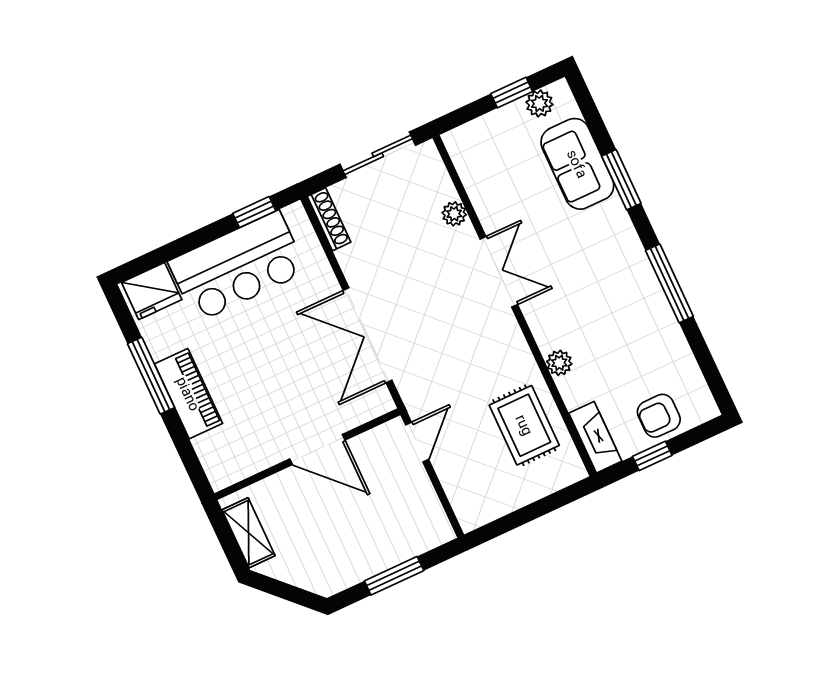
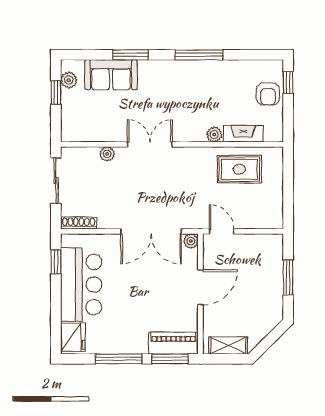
piano: (188, 394) -> (173, 343), moved
plant: (381, 402) -> (191, 241), added
fireplace: (595, 437) -> (243, 134), moved
window: (187, 454) -> (170, 359), added
window: (652, 456) -> (288, 82), moved

